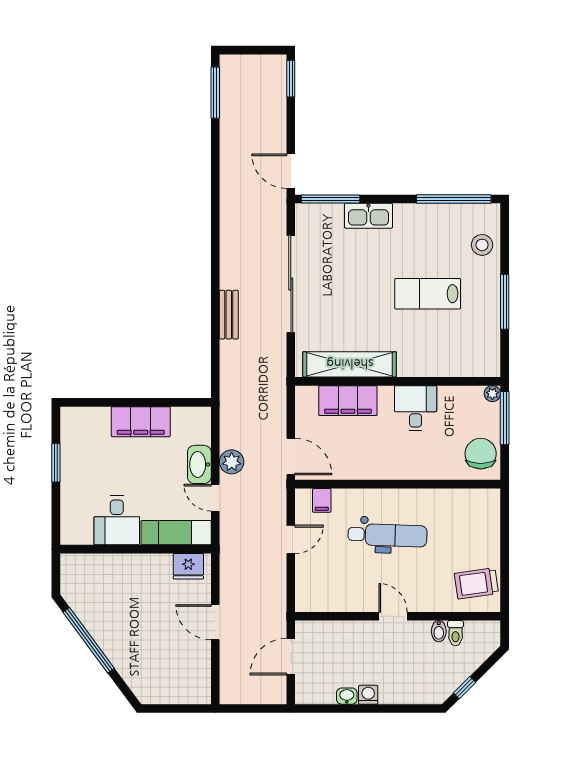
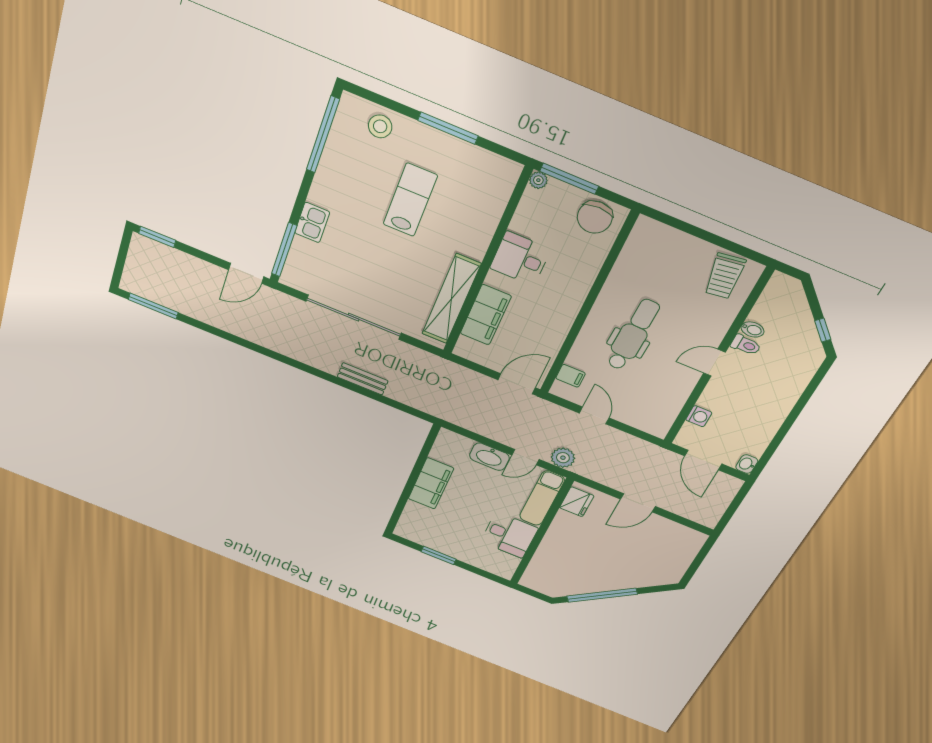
kitchen sink: (368, 216) -> (312, 223), width x0.73
lab bench: (428, 294) -> (410, 200), turned 180
chair: (481, 454) -> (595, 217), turned -90
plant: (232, 462) -> (563, 458), moved
toilet: (456, 633) -> (746, 345), moved
washing machine: (368, 695) -> (699, 416), moved, turned 180
washbasin: (347, 696) -> (747, 464), moved

